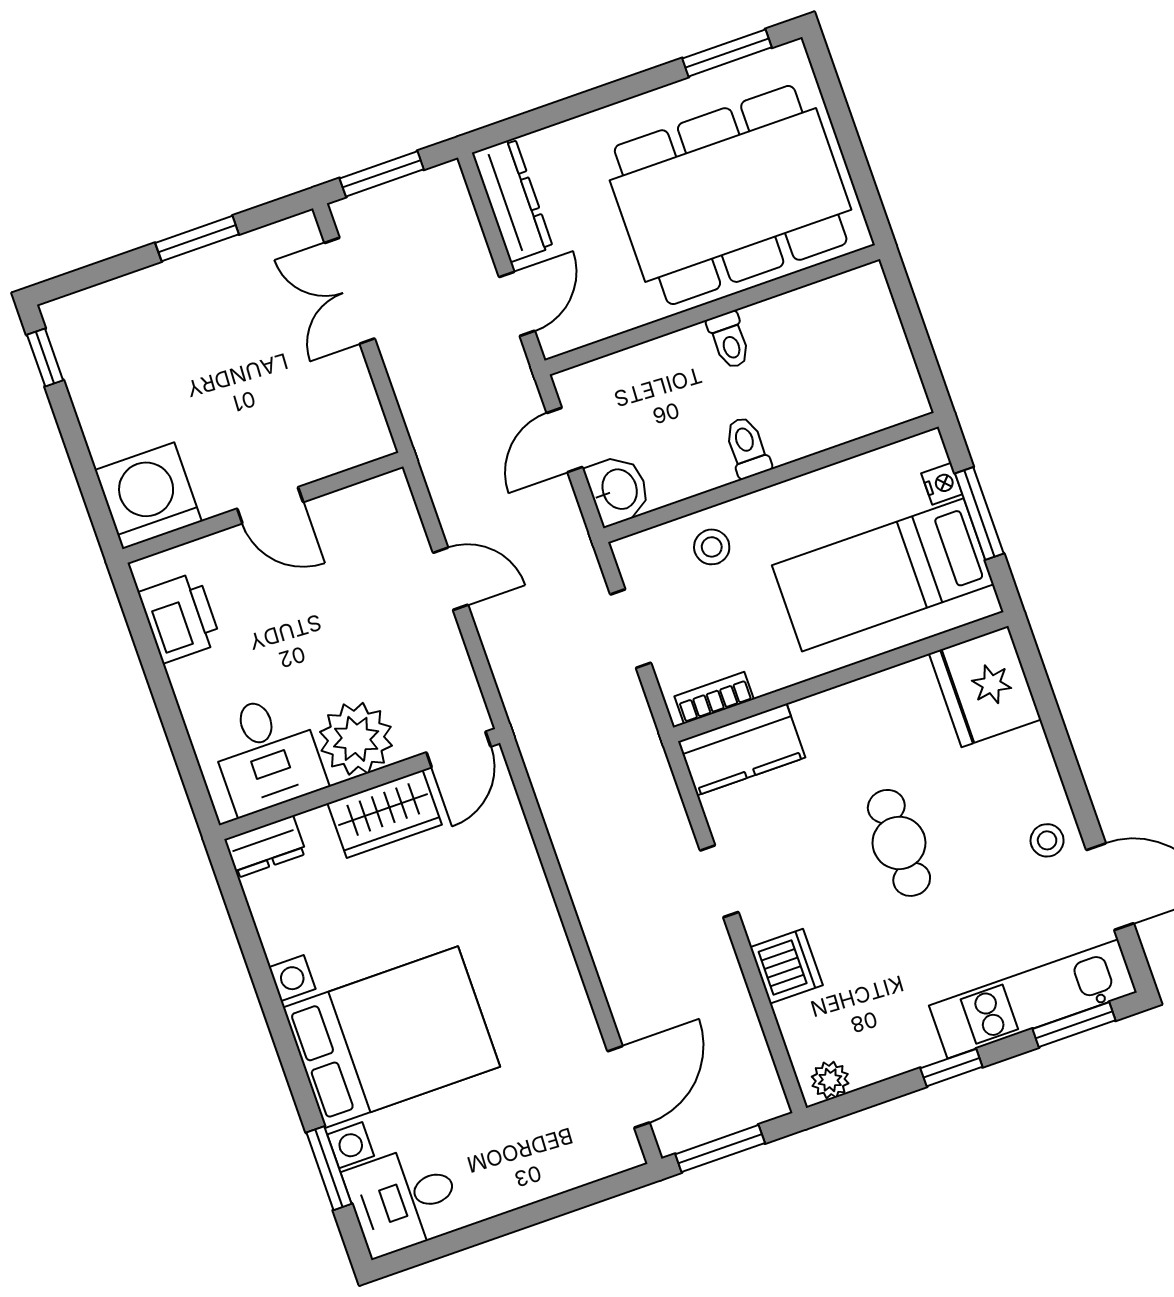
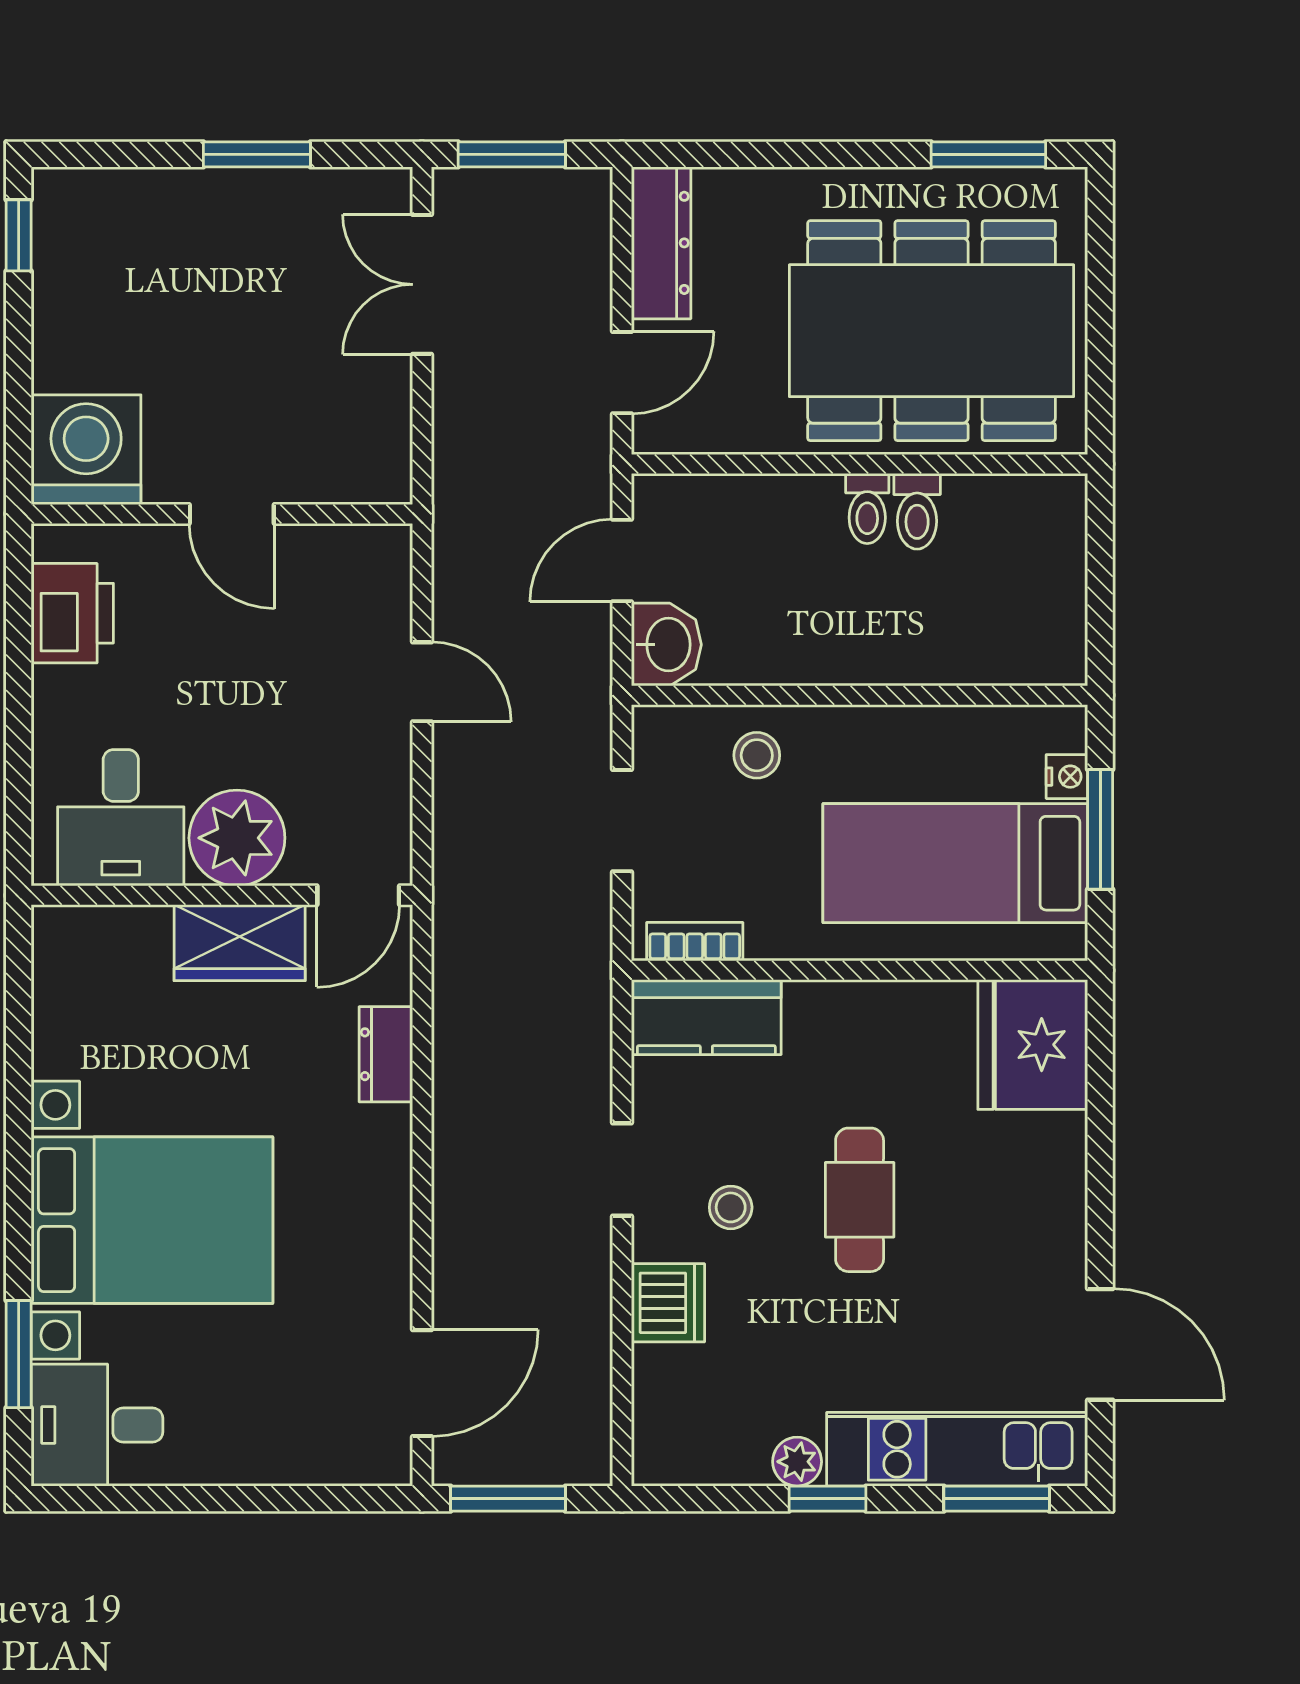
toilet: (747, 447) -> (917, 511), moved, turned 180
stool: (1047, 840) -> (731, 1207), moved
dresser: (265, 847) -> (386, 1054), moved, turned 90
plant: (830, 1080) -> (797, 1462), moved

